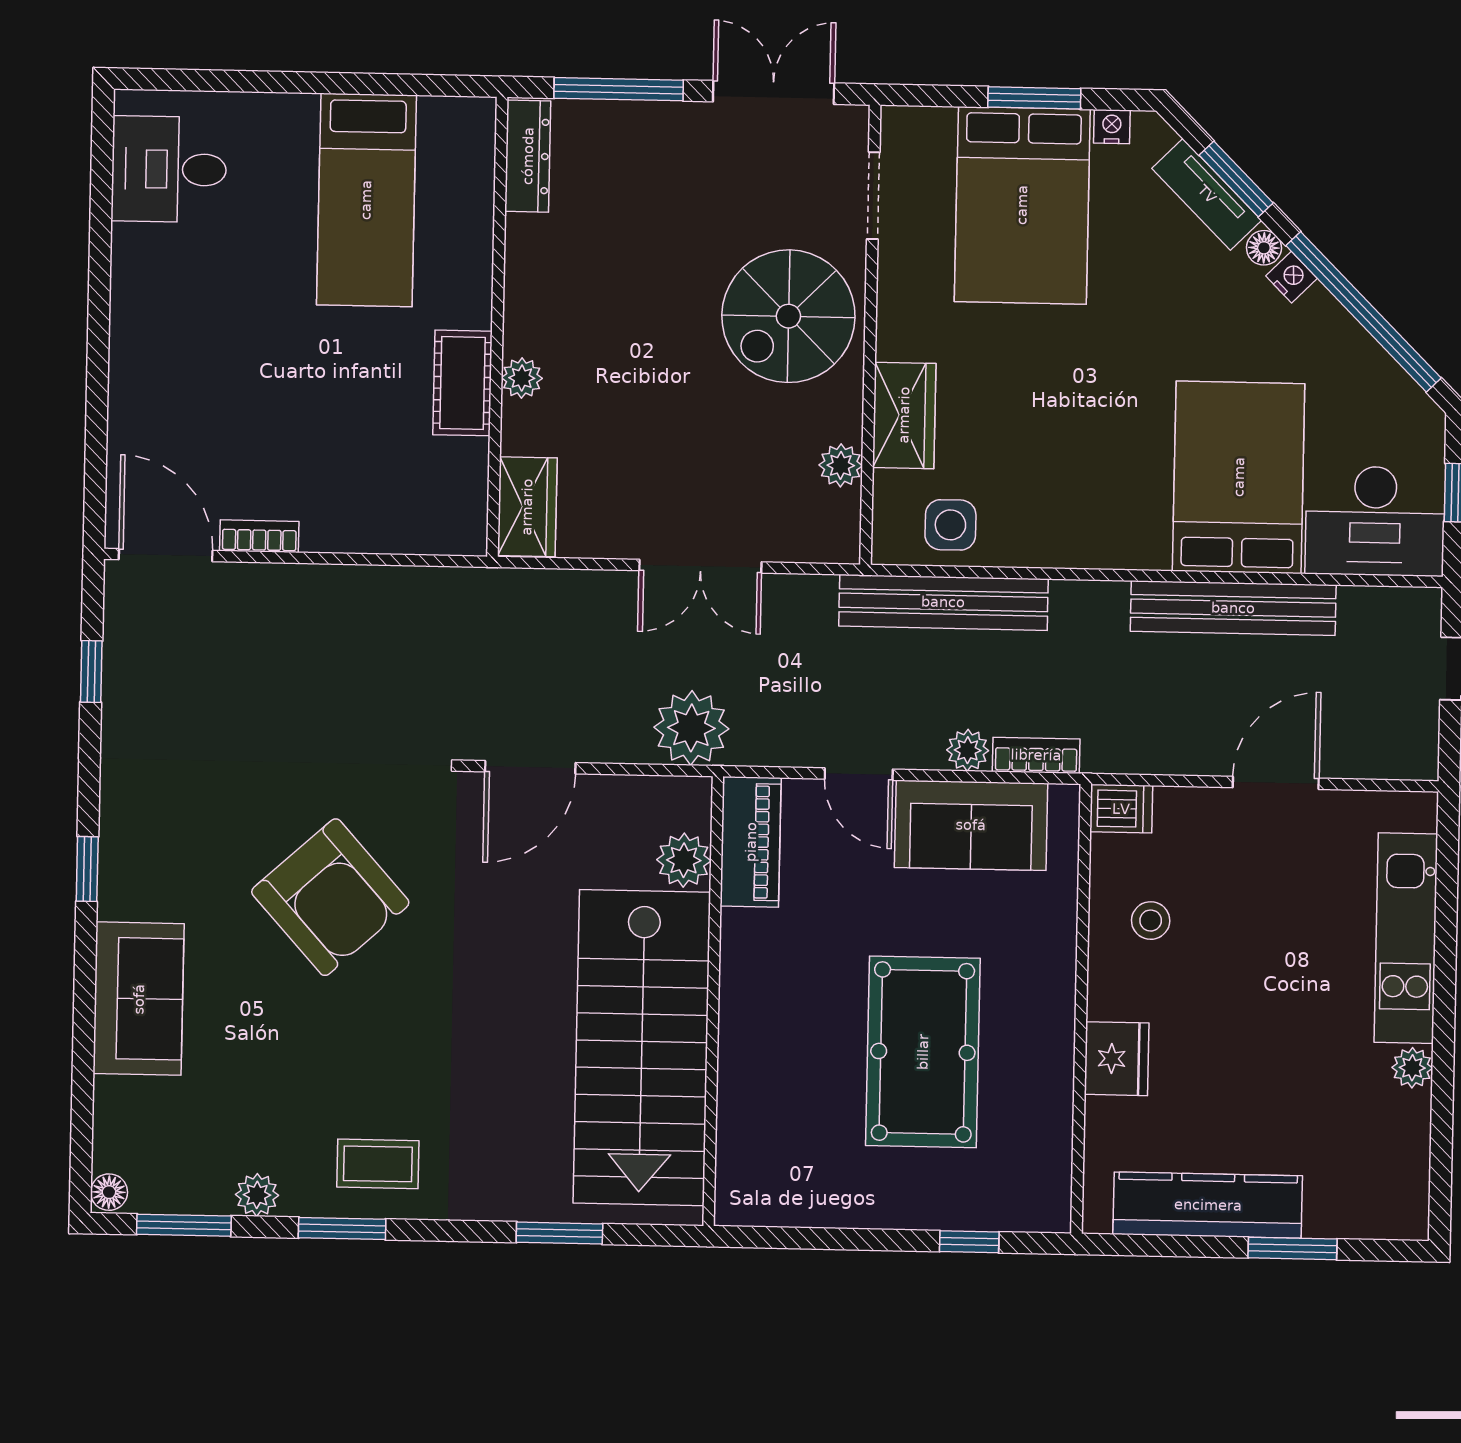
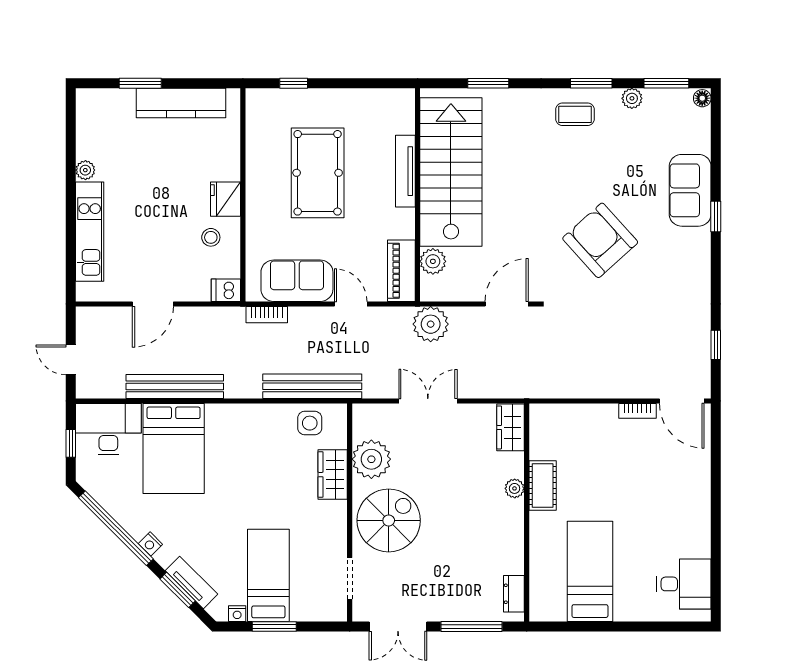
dresser: (528, 156) -> (514, 594), width x0.70
bed: (1022, 205) -> (268, 575), width x0.67
floor lamp: (1264, 248) -> (164, 558), removed
plant: (841, 465) -> (371, 459), width x1.88, depth x1.88
plant: (968, 750) -> (299, 316), removed
window: (87, 869) -> (716, 216), moved
tv unit: (738, 1051) -> (405, 171), added
fridge: (1117, 1059) -> (226, 199), moved

